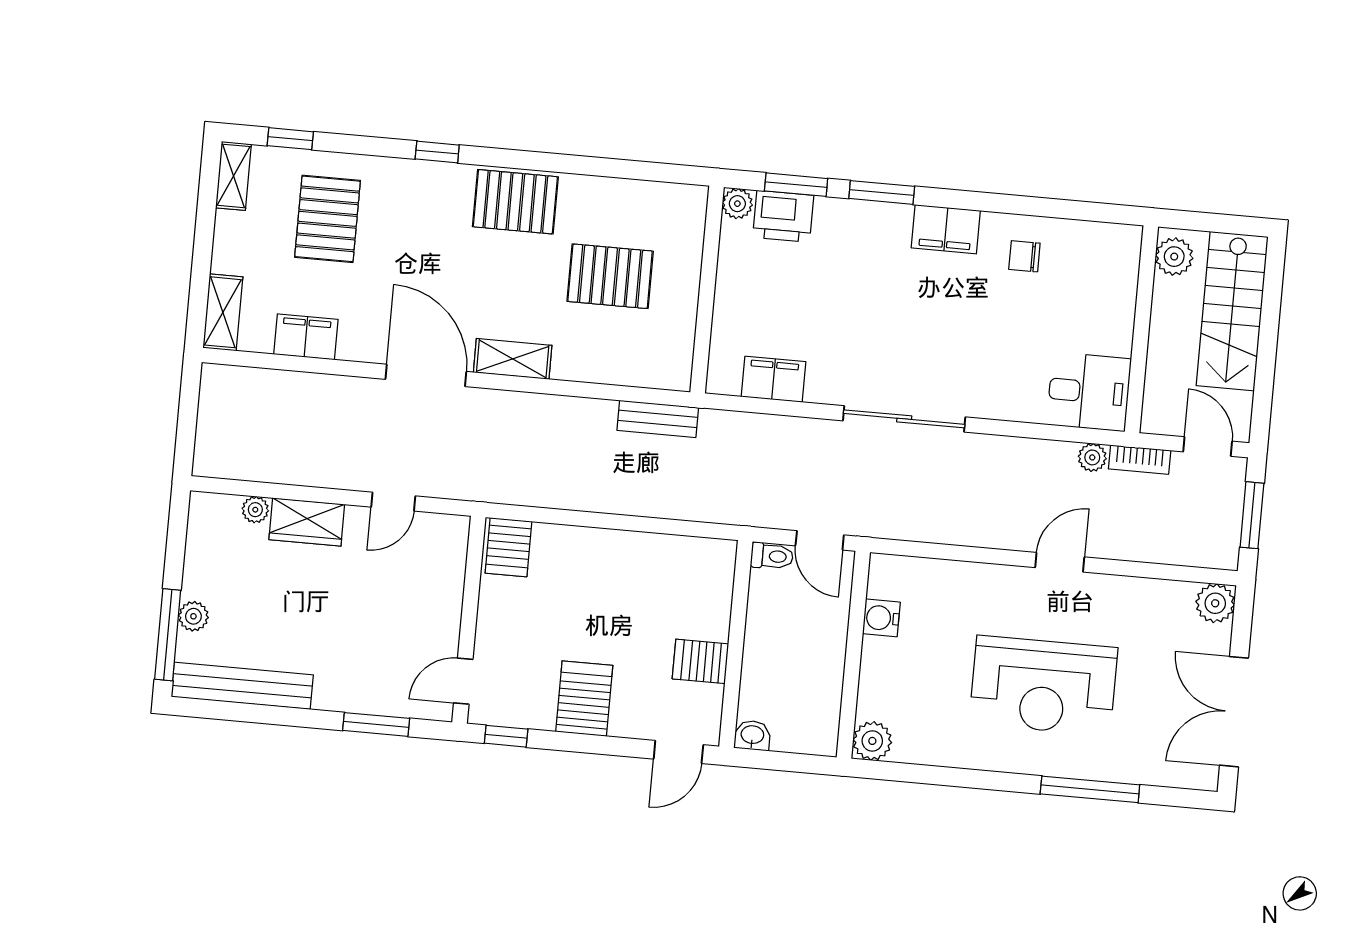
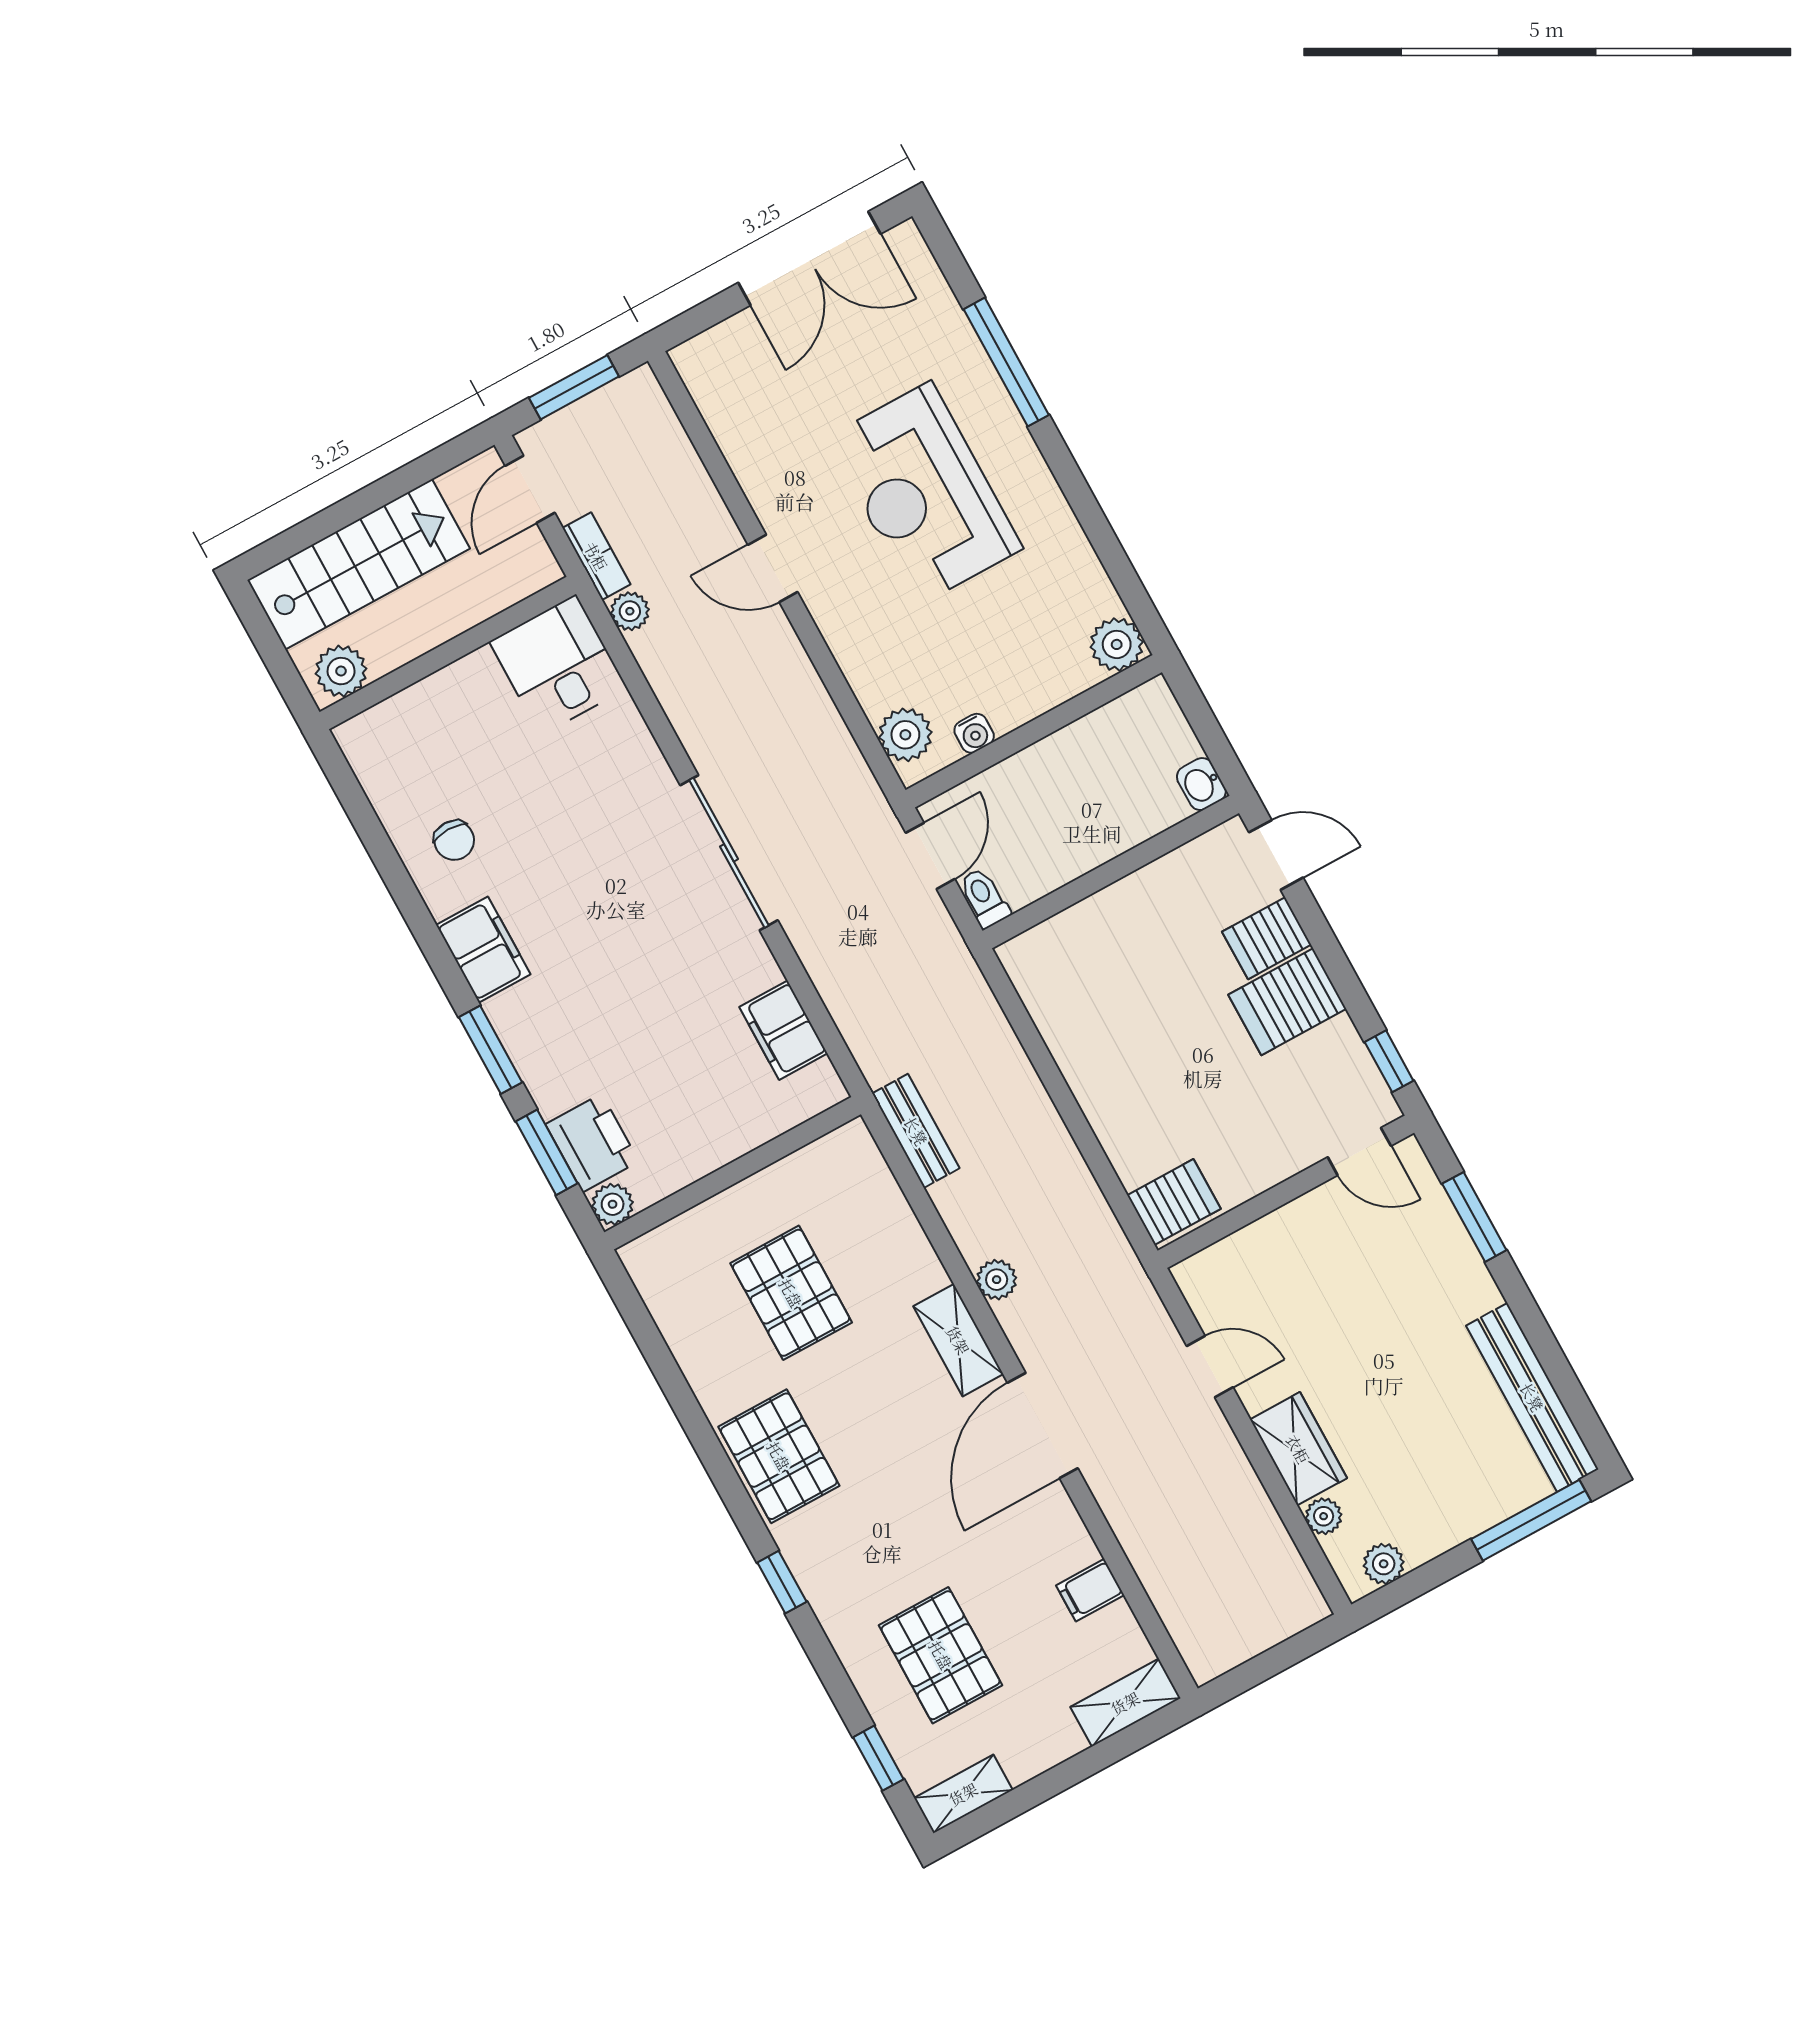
pallet: (328, 219) -> (941, 1655), turned 90
filing cabinet: (306, 337) -> (1090, 1590), width x0.50
plant: (534, 407) -> (997, 1280), added
plant: (1215, 603) -> (905, 735), moved
plant: (193, 616) -> (1384, 1564), moved
water cooler: (881, 618) -> (974, 733), width x0.72, depth x0.72
server rack: (700, 661) -> (1267, 938), moved, turned 90
reception desk: (1043, 686) -> (924, 493), turned 180

